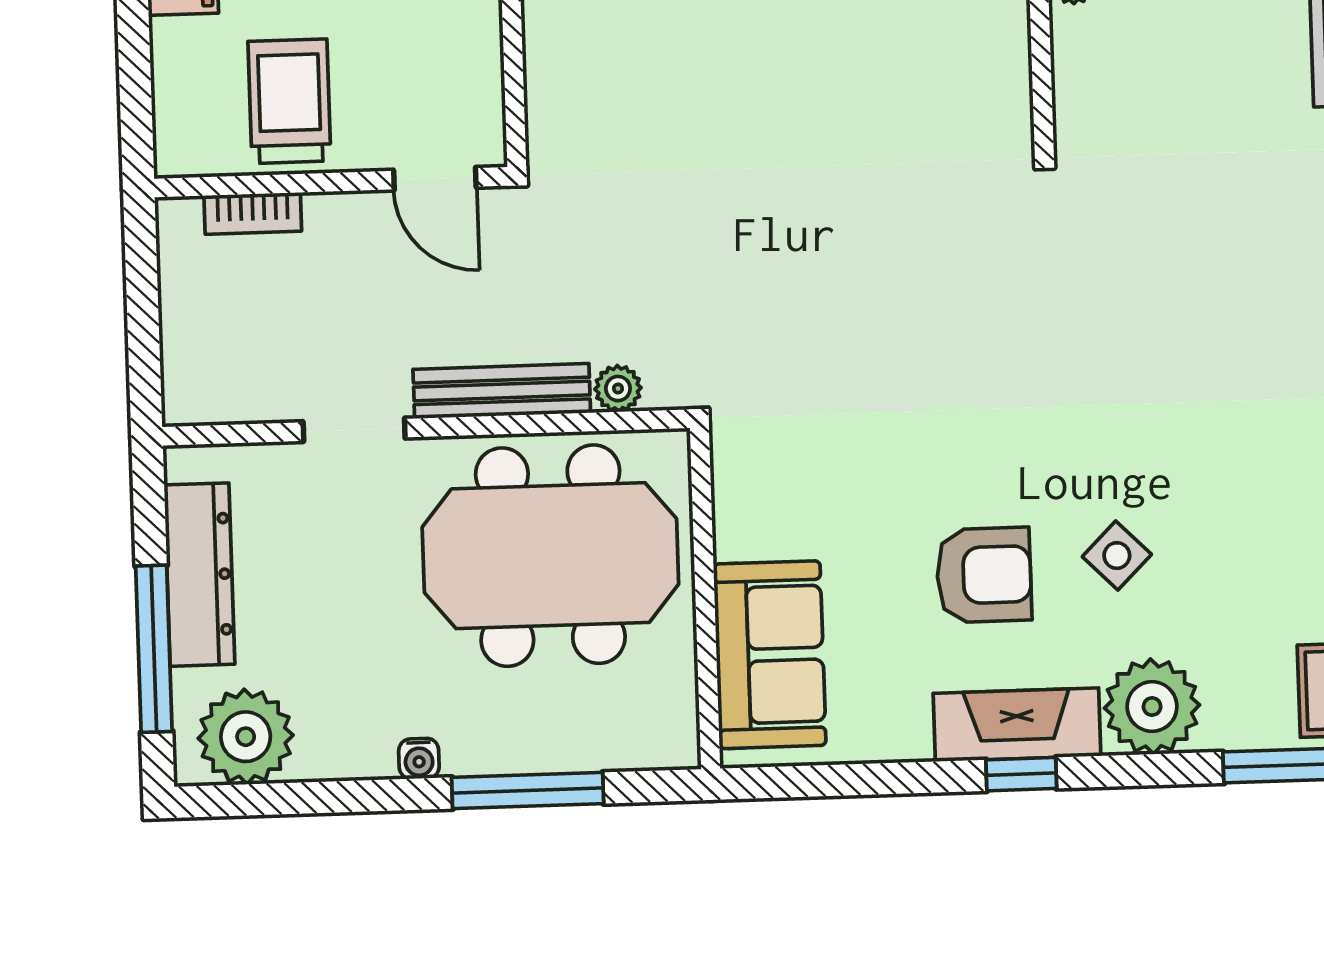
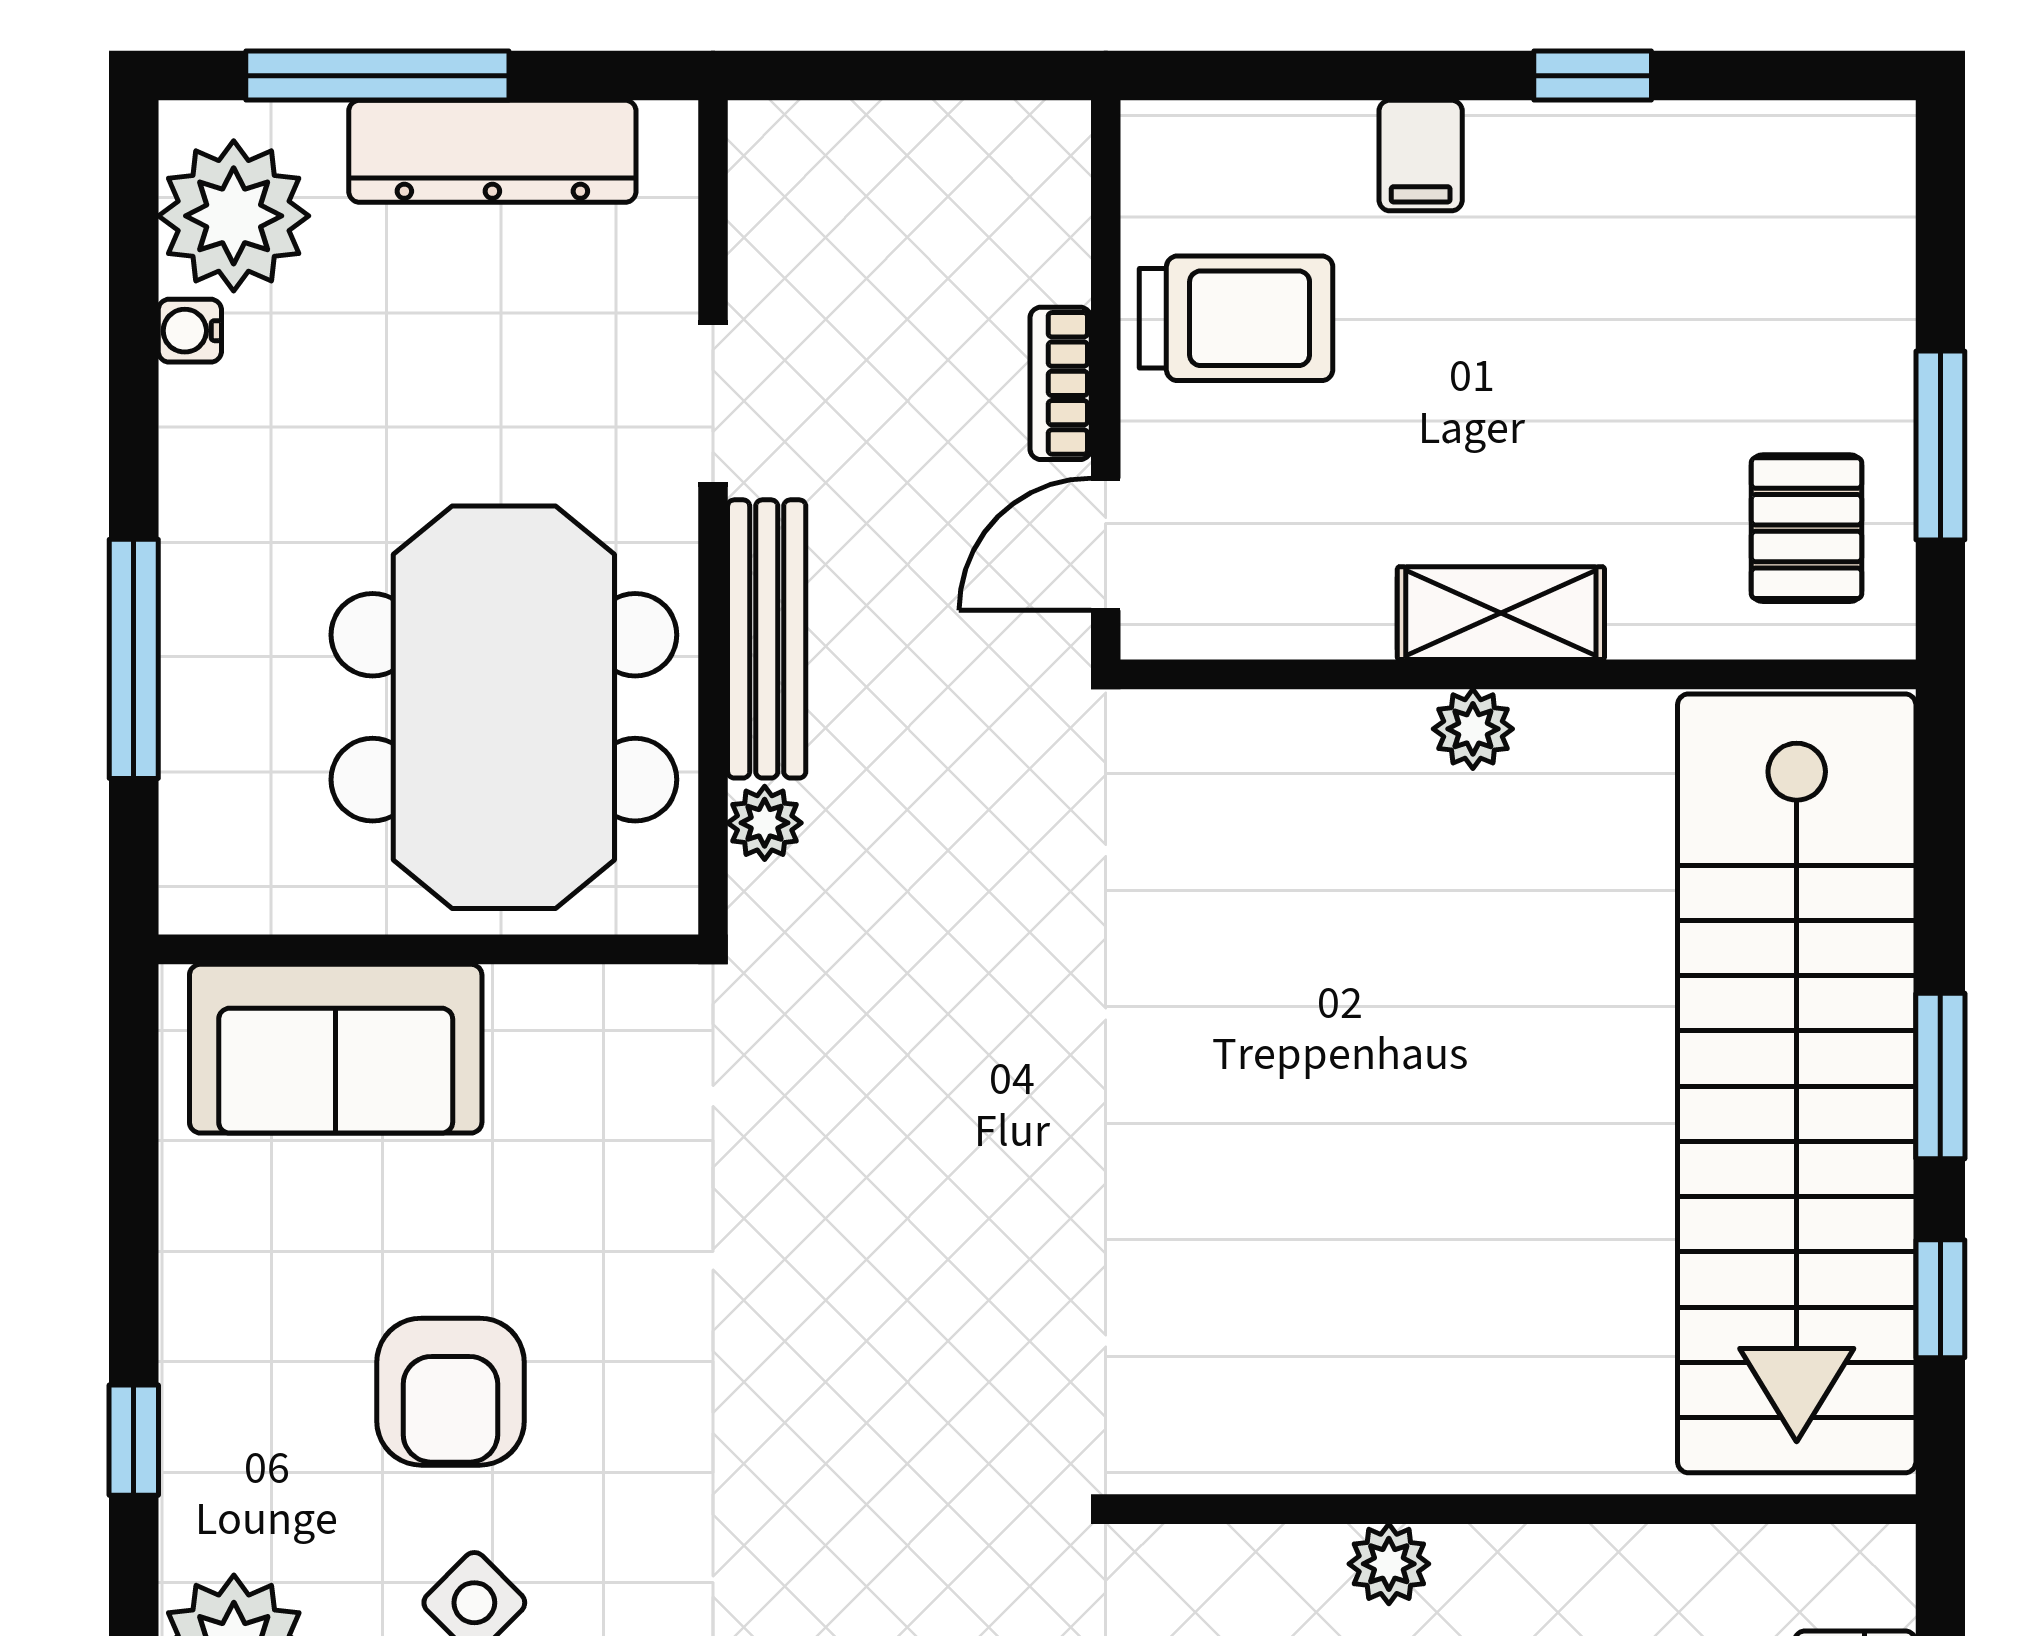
bookcase: (253, 213) -> (1061, 383), moved
fireplace: (1017, 725) -> (212, 1436), removed
water cooler: (419, 759) -> (190, 331), moved

